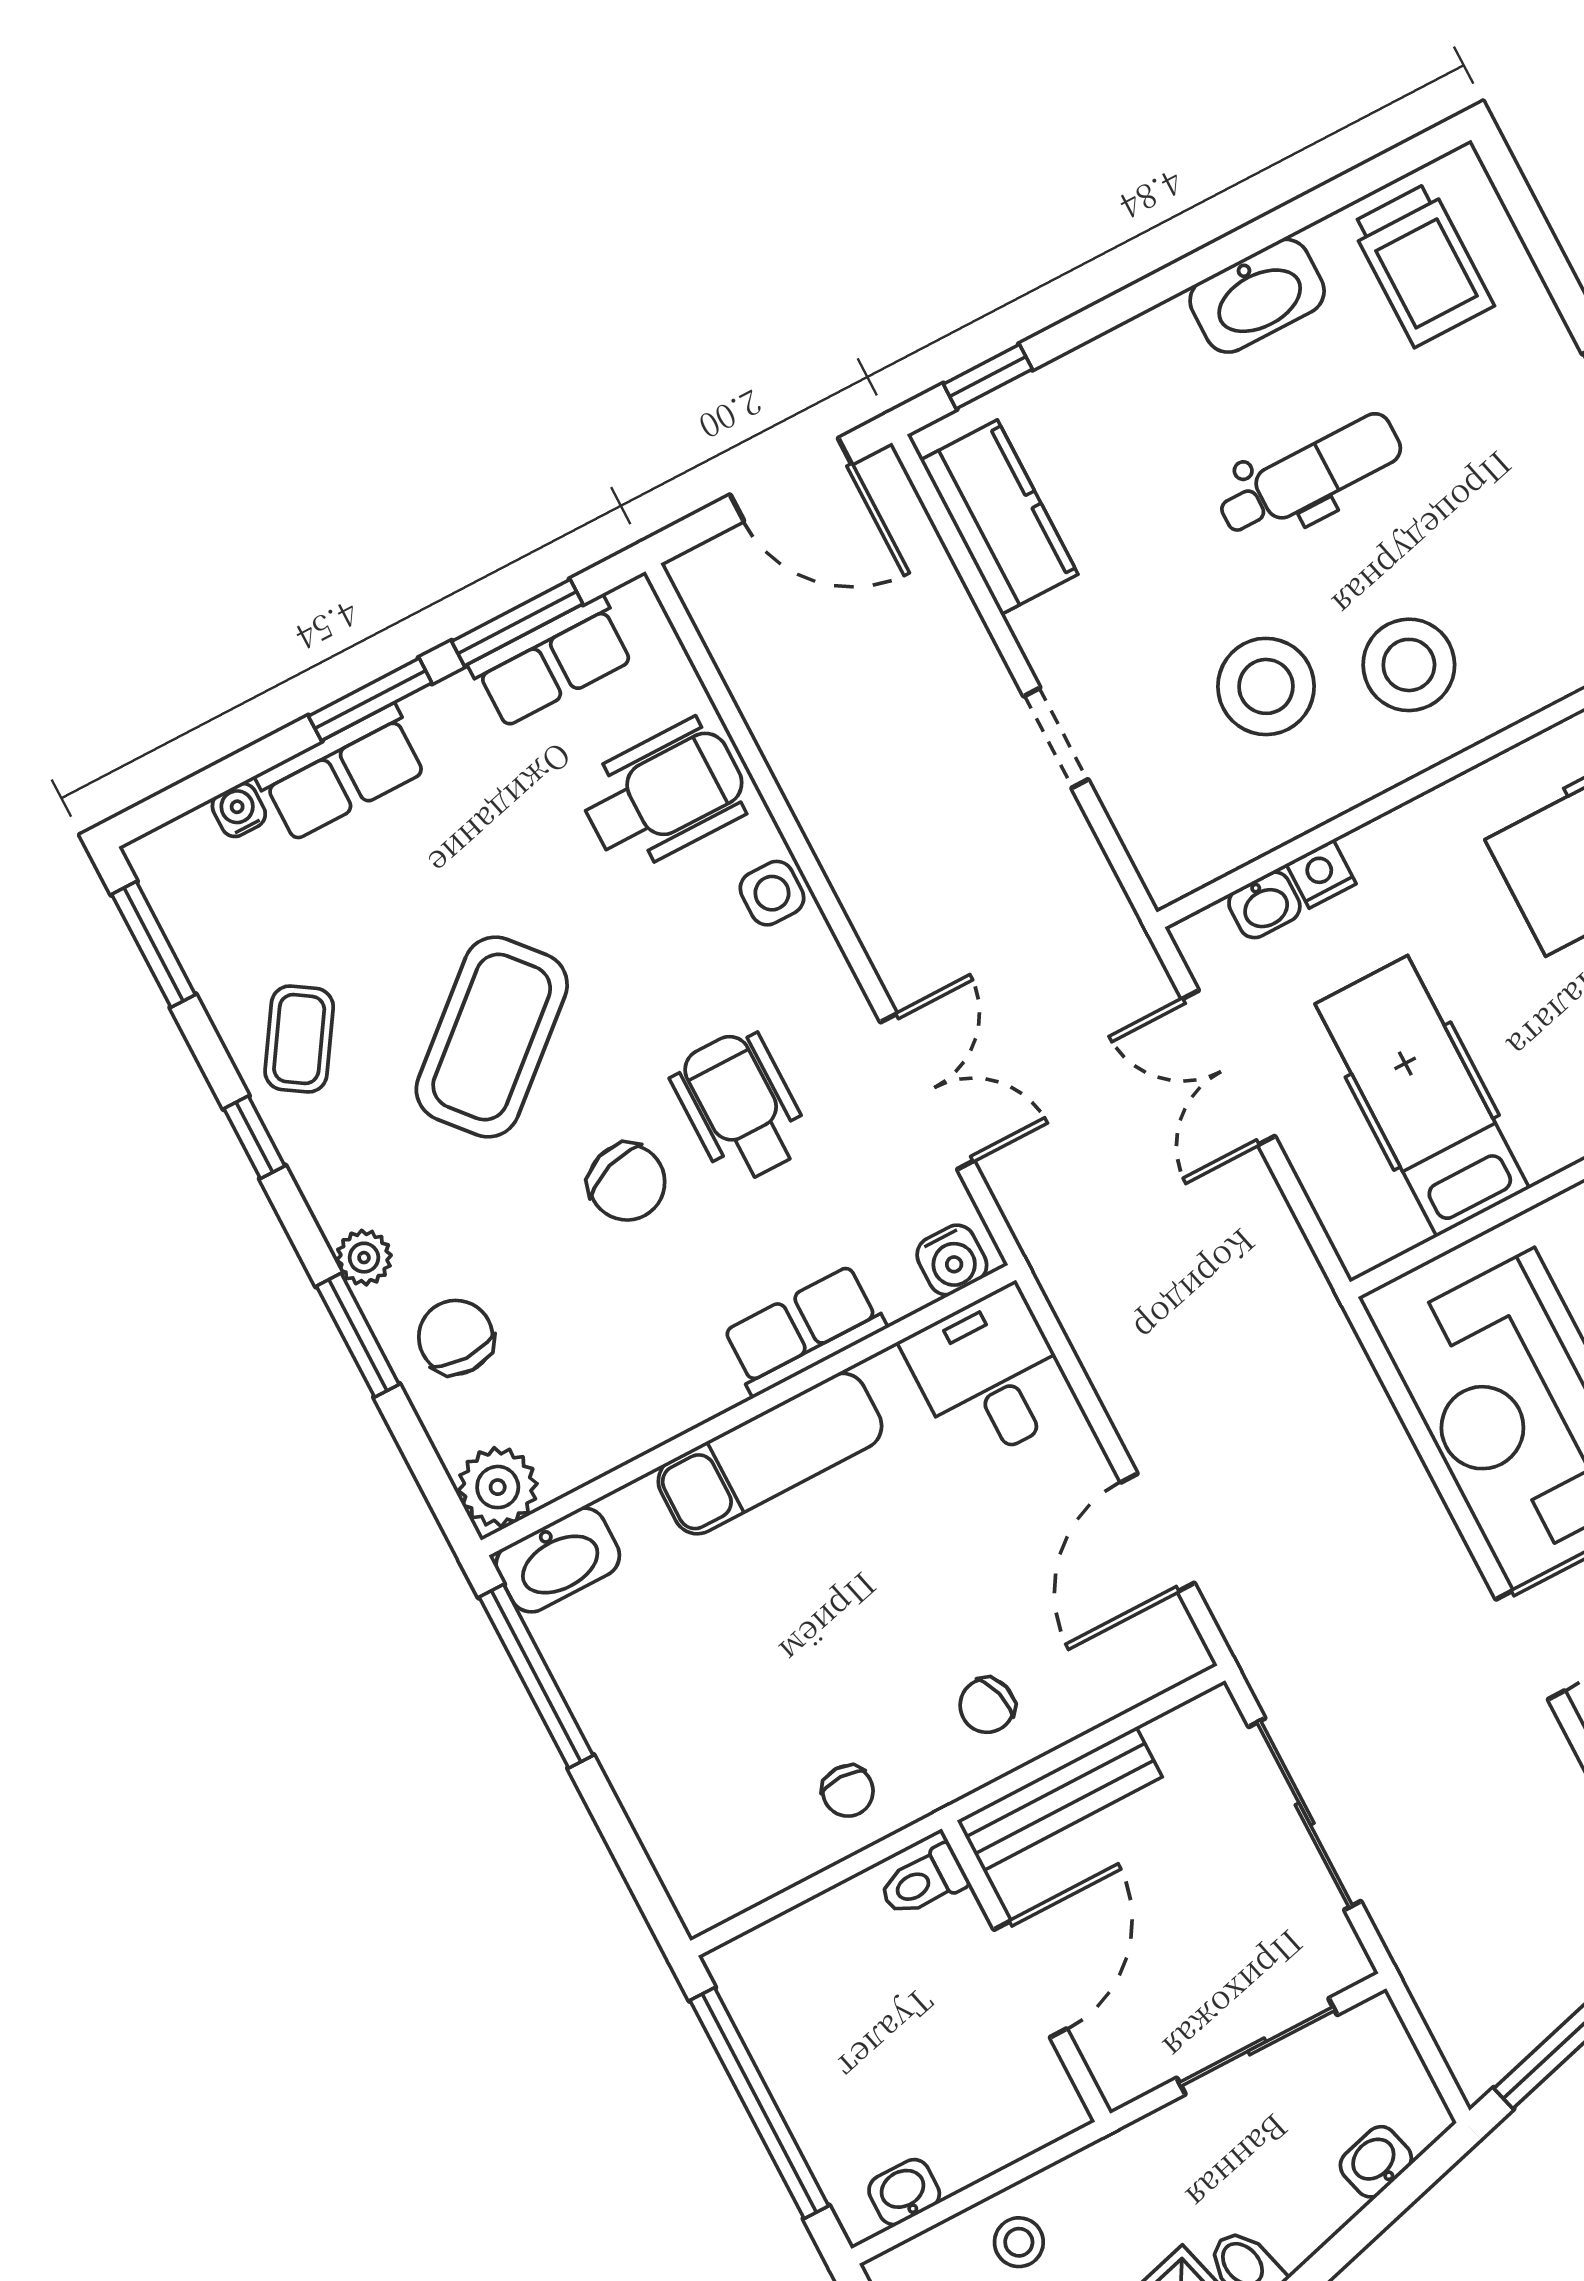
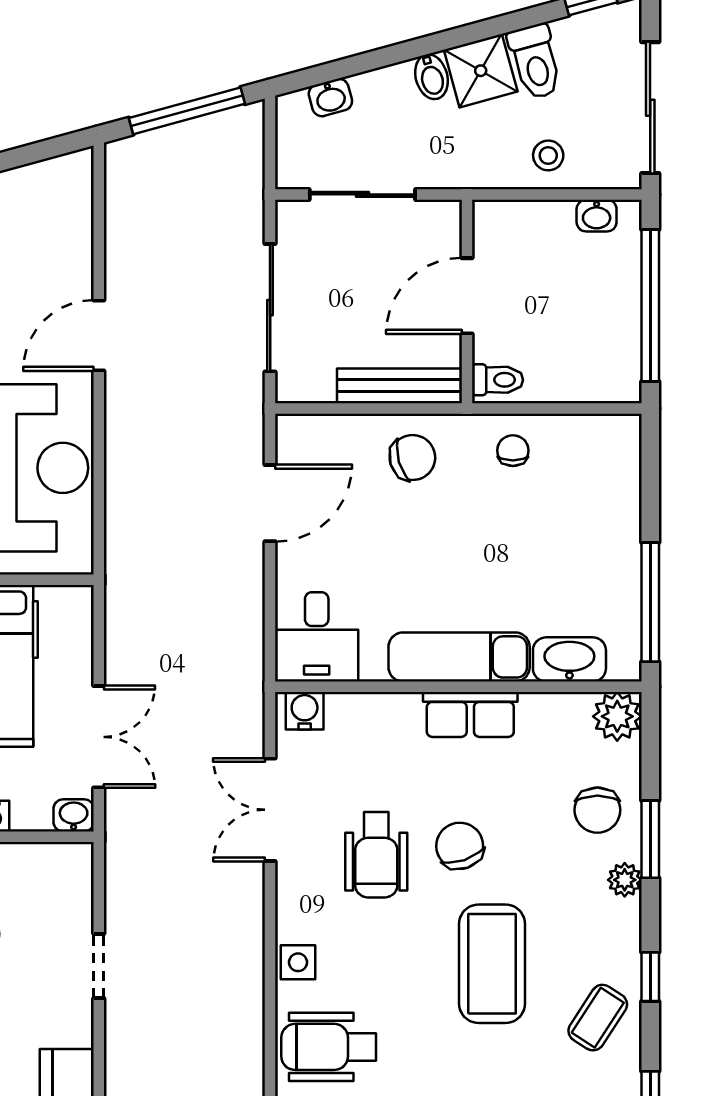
washbasin: (1264, 905) -> (74, 815), moved
coffee table: (492, 1037) -> (492, 964), turned -49
row of seats: (804, 1331) -> (470, 714), moved
washbasin: (558, 1560) -> (569, 659), moved
chair: (987, 1705) -> (412, 458), width x1.37, depth x1.37

